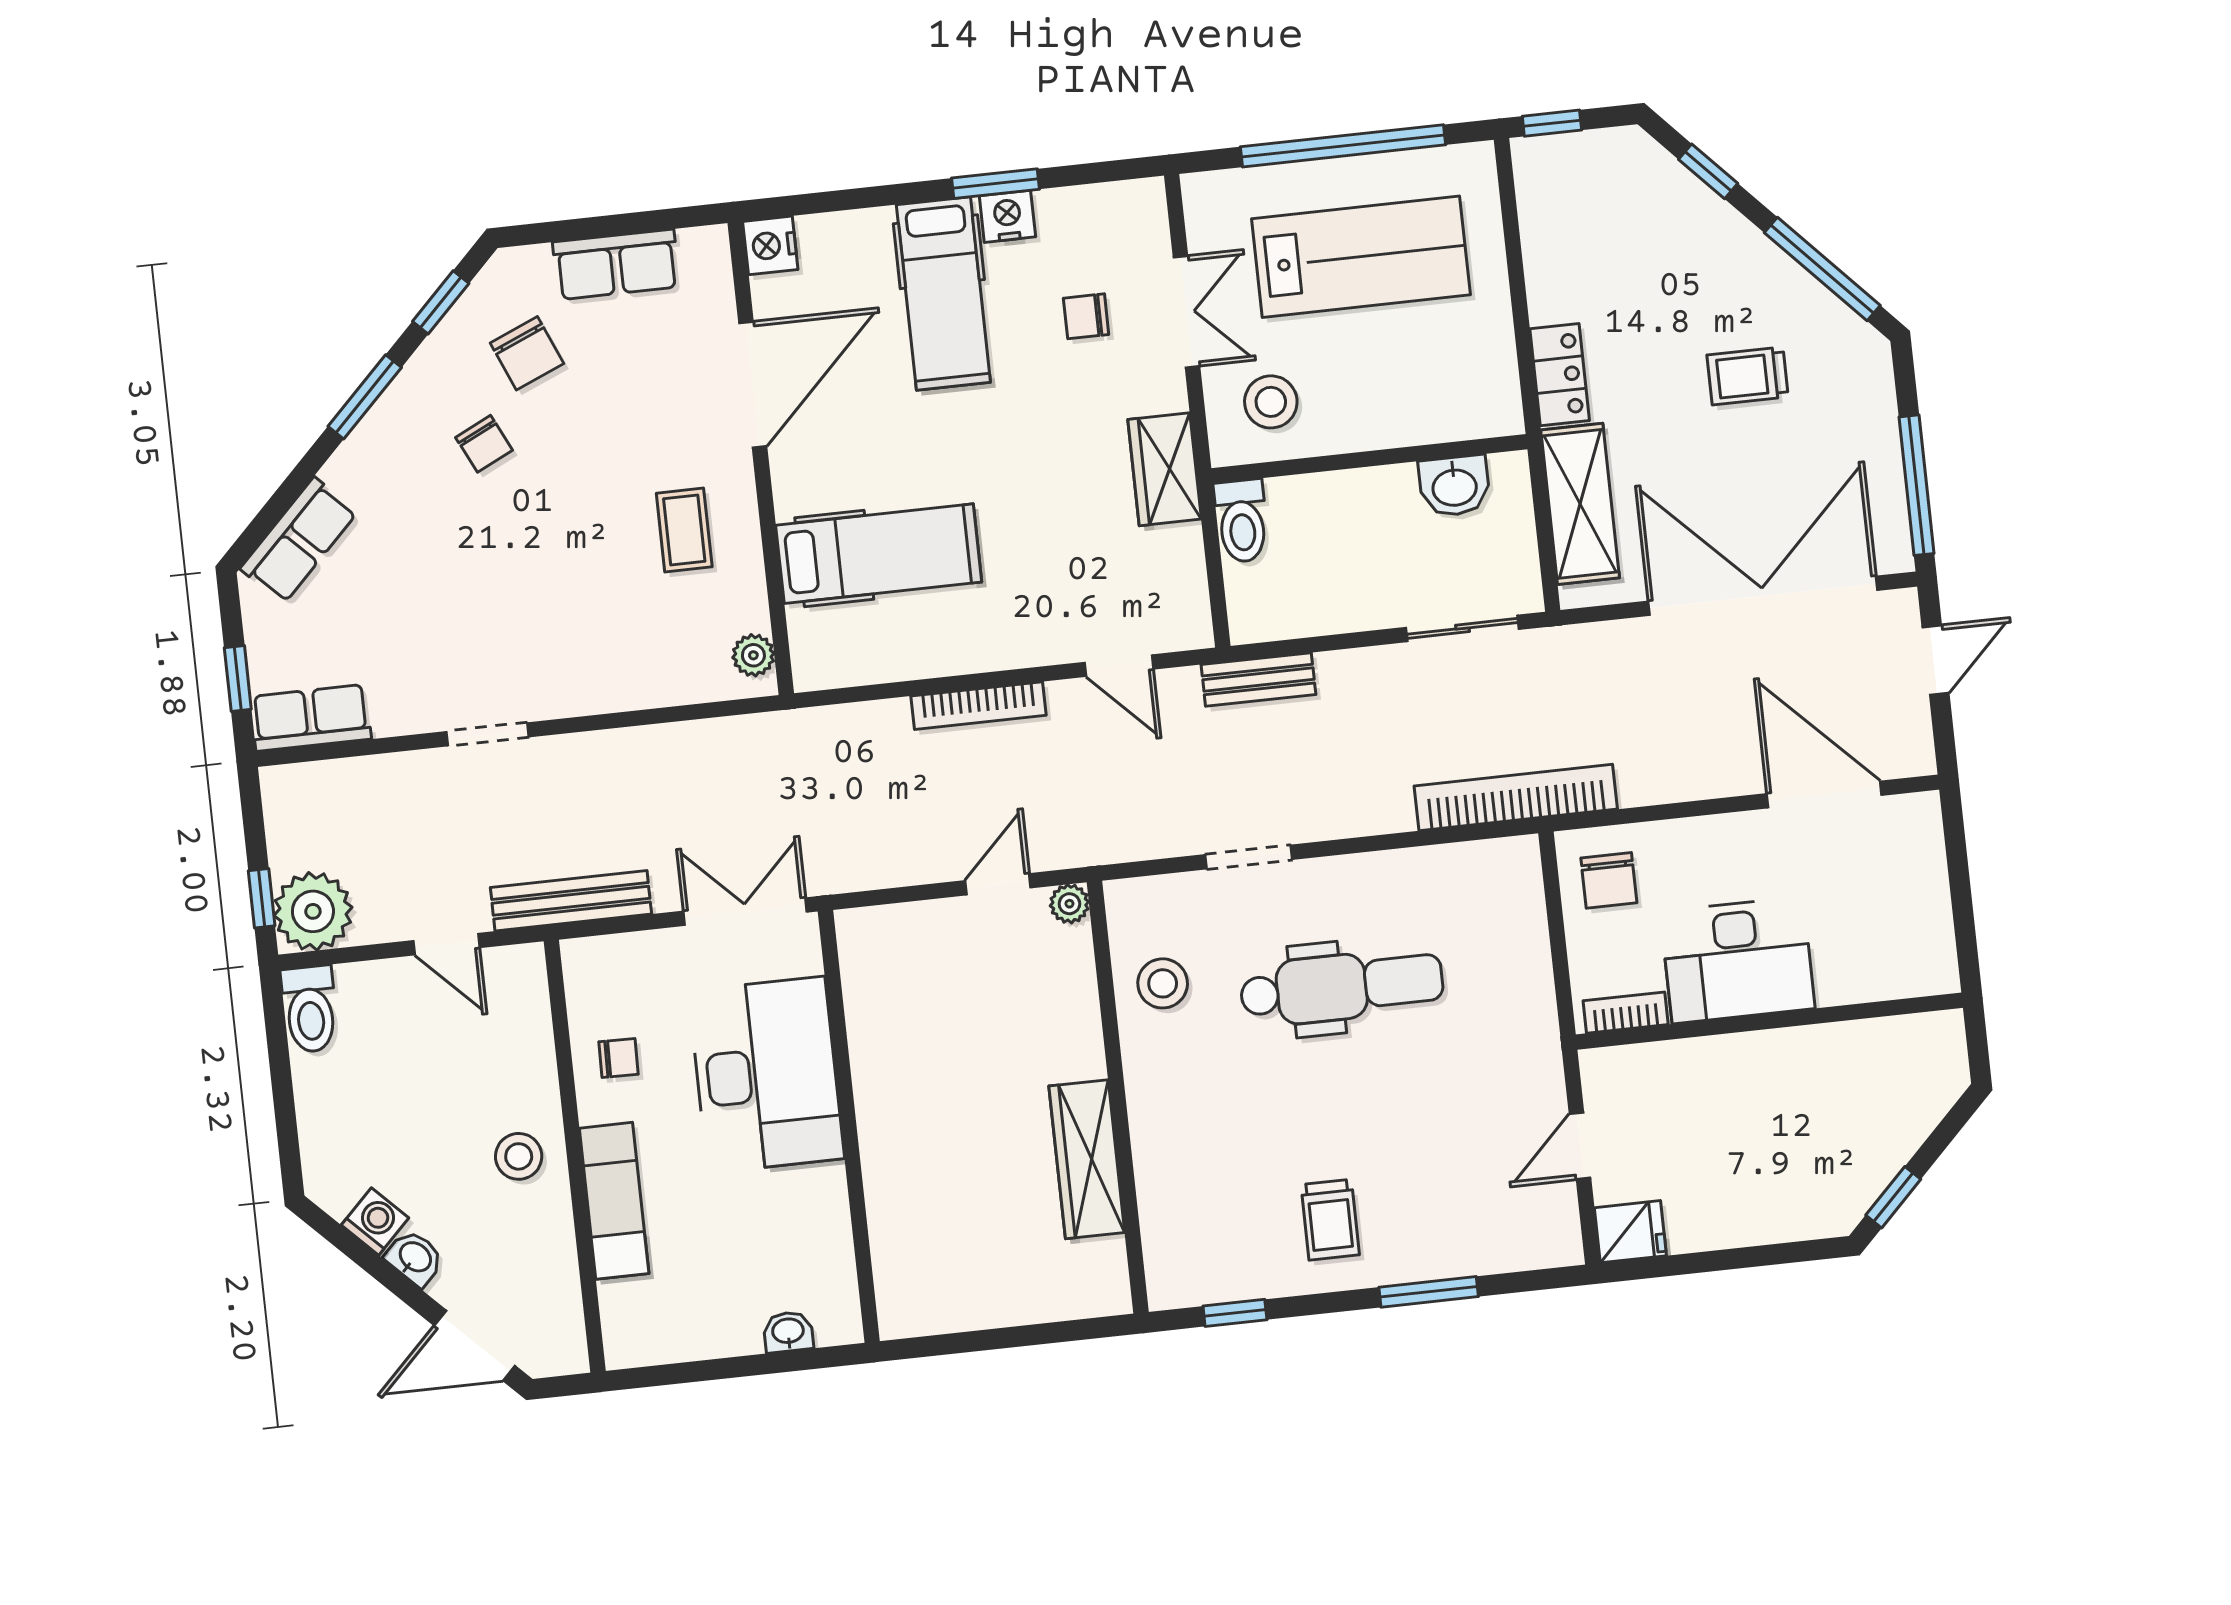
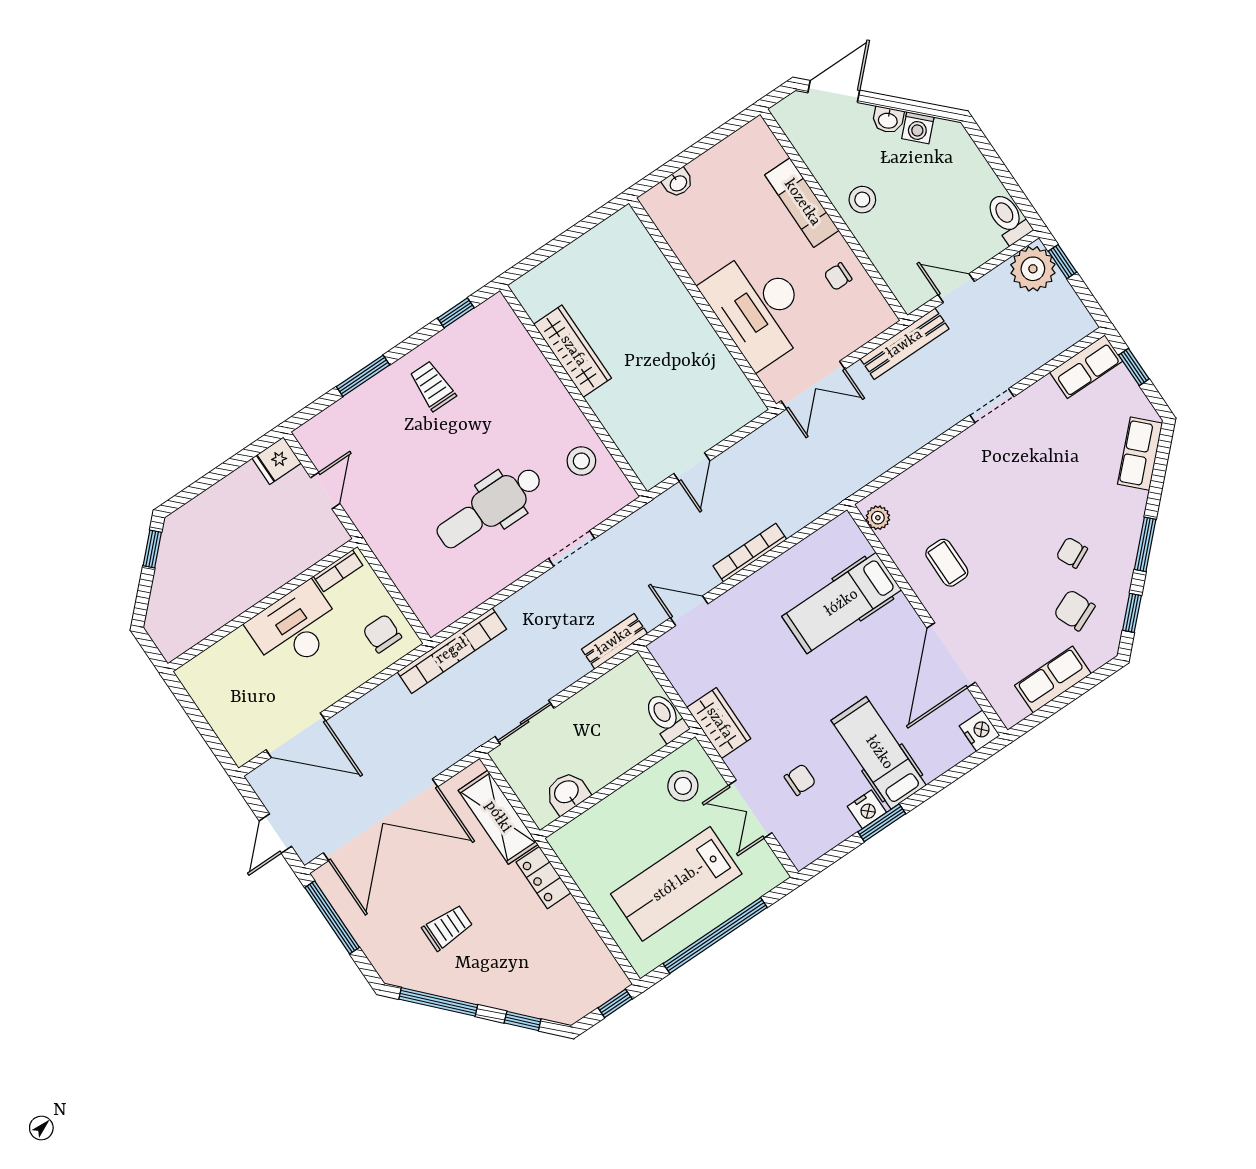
plant: (1069, 904) -> (650, 476), removed

